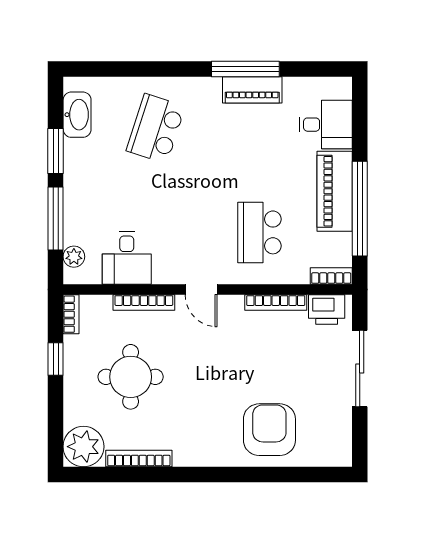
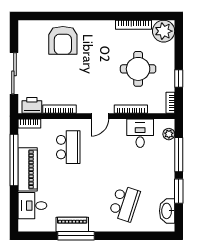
door: (201, 289) -> (100, 116), swing flipped

